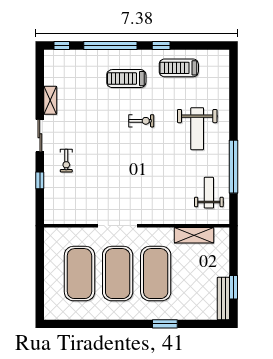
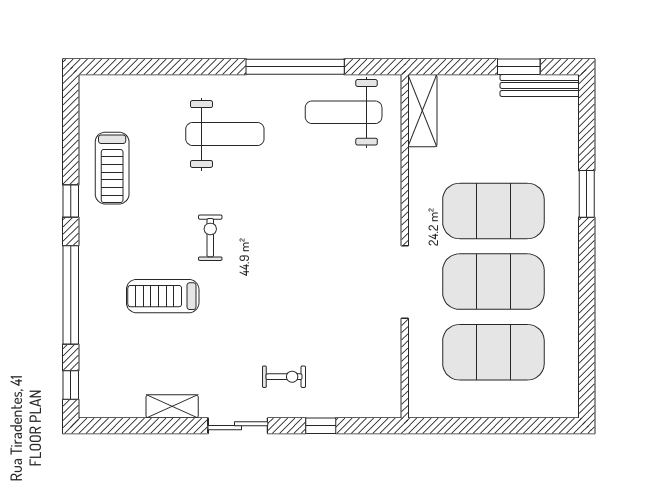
treadmill: (126, 79) -> (163, 296), moved, turned 90
weight bench: (209, 193) -> (344, 112), width x1.36, depth x1.33
shelving: (194, 235) -> (422, 111), moved

